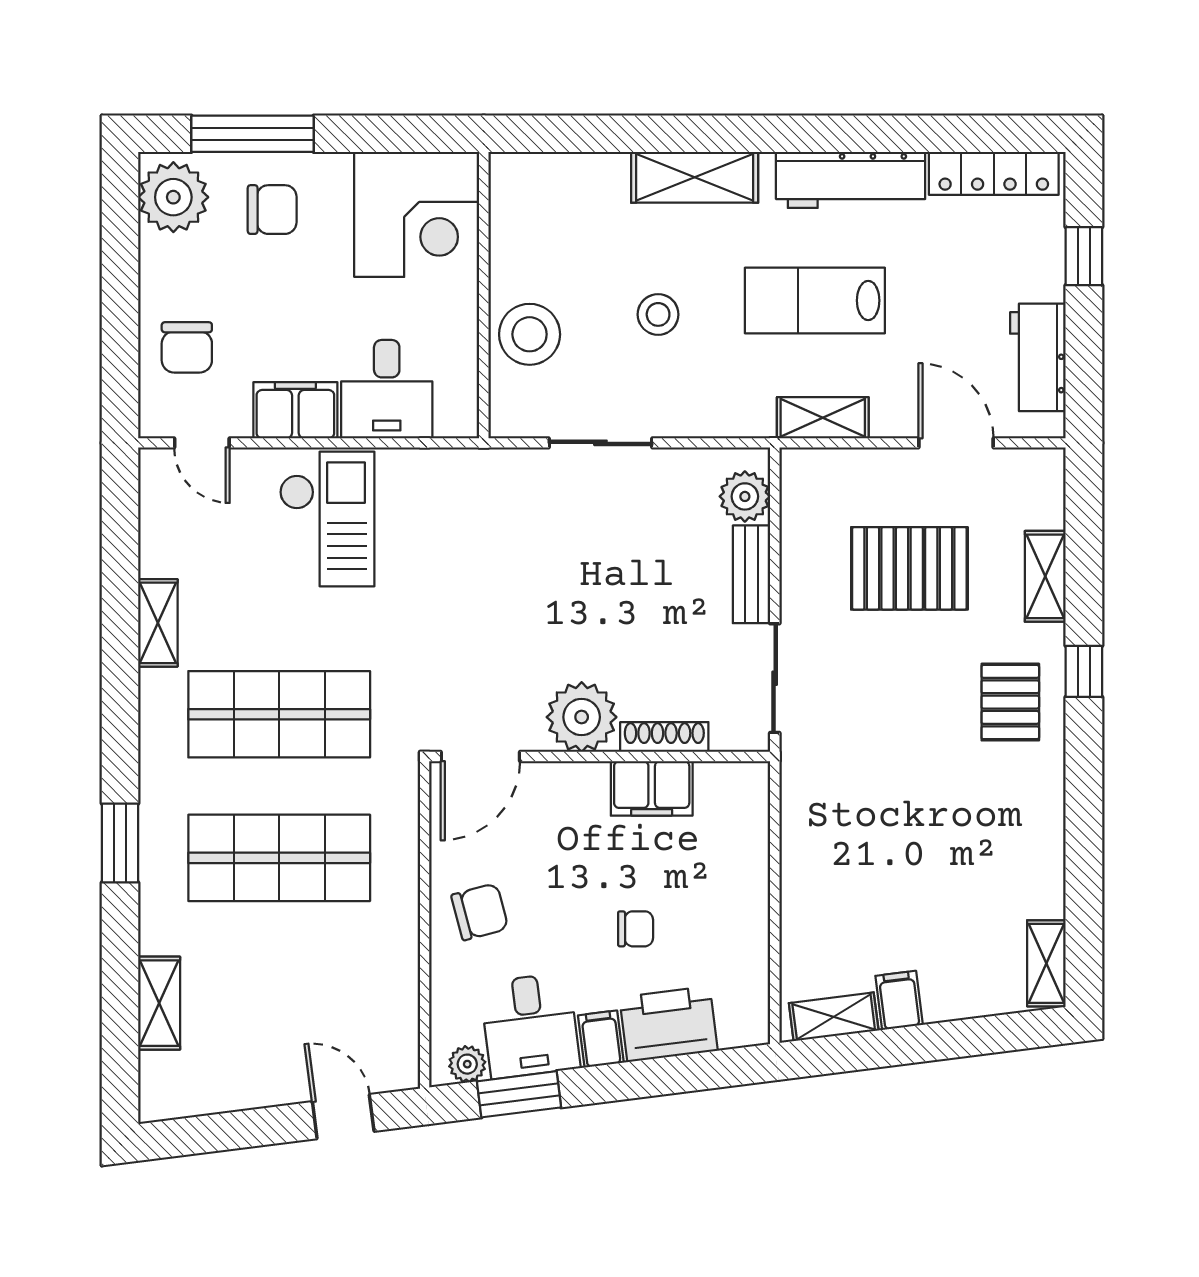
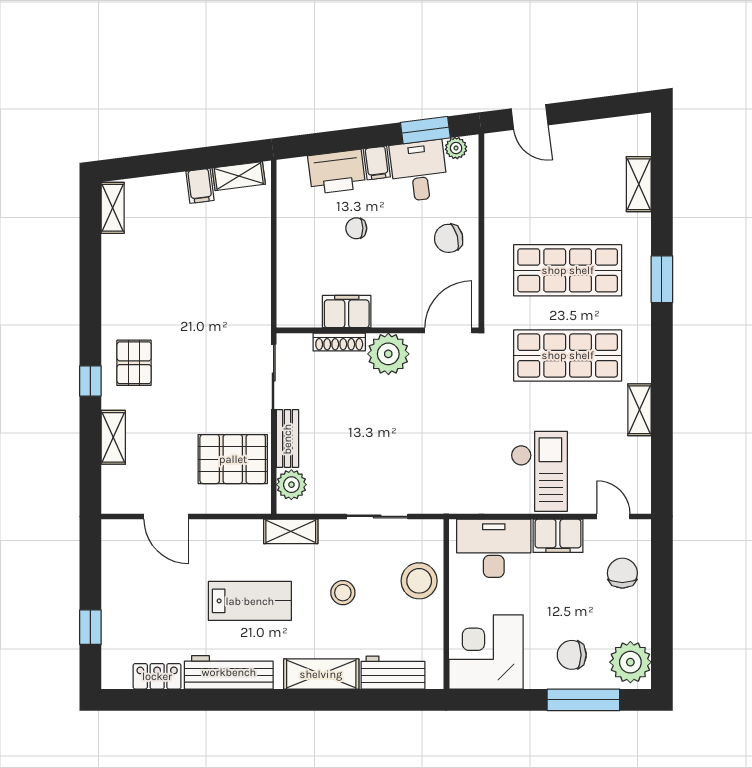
locker: (994, 173) -> (157, 676), width x0.66
workbench: (1038, 357) -> (393, 673), moved, turned -90
desk: (387, 389) -> (494, 548), width x1.37
shelving: (823, 418) -> (291, 531), moved
checkout: (327, 519) -> (539, 471), turned 180
pallet: (909, 568) -> (233, 459), moved

